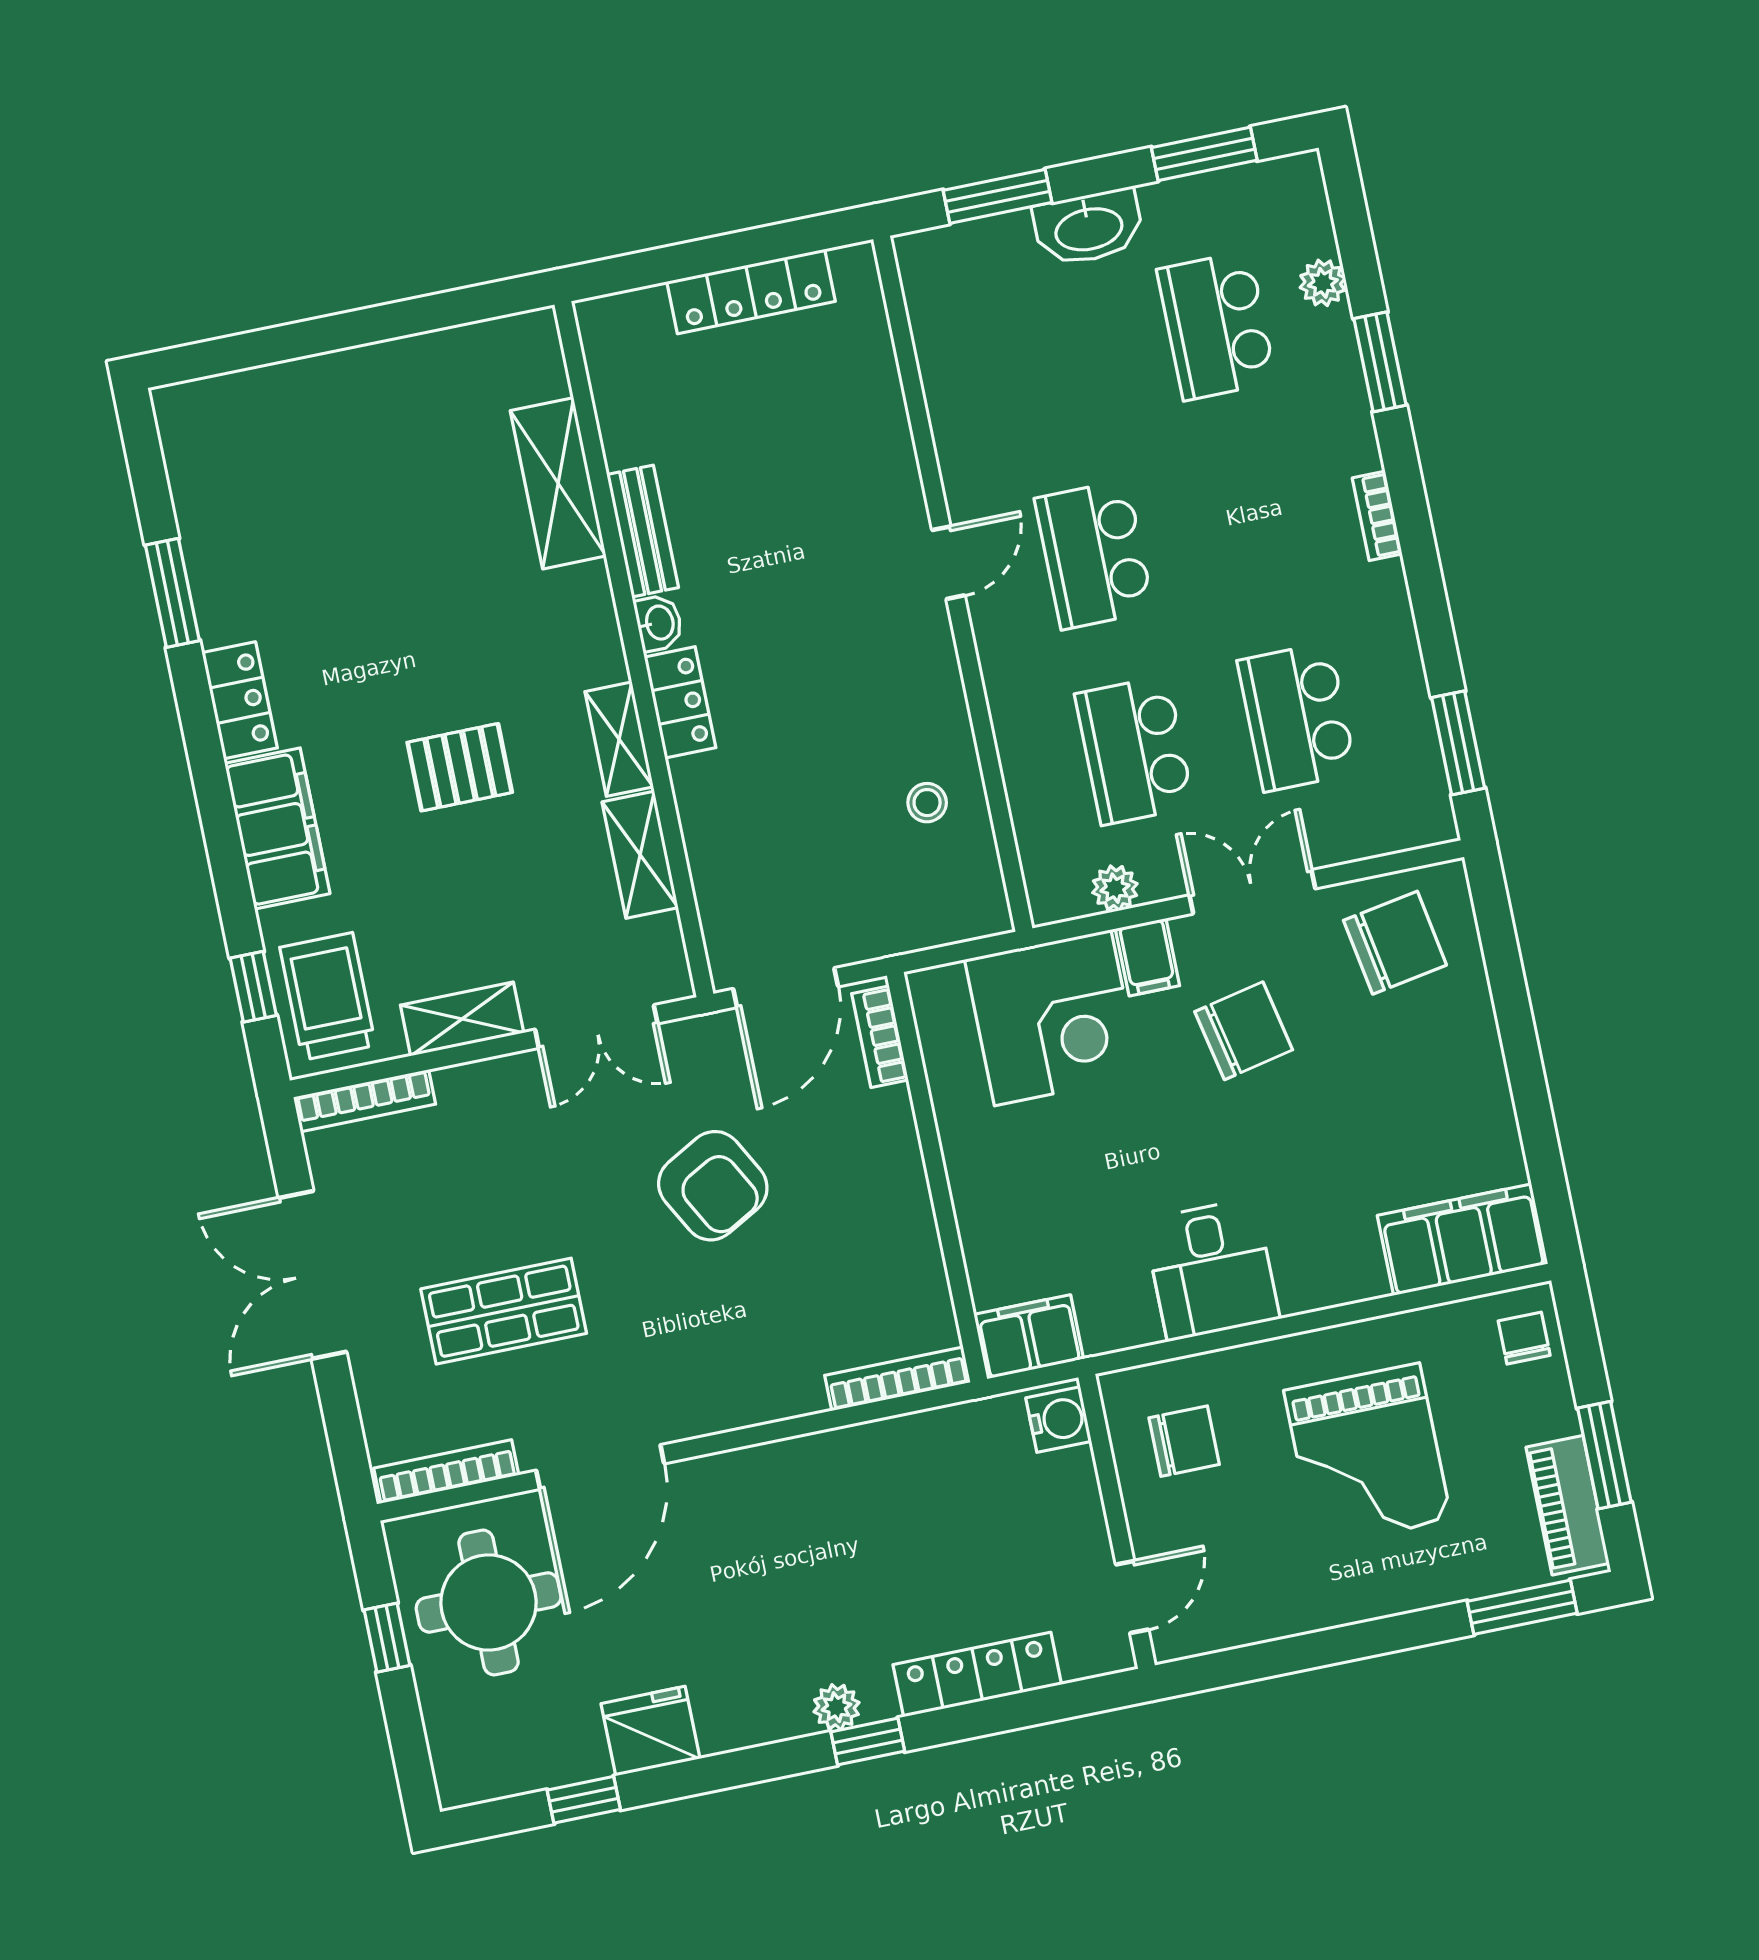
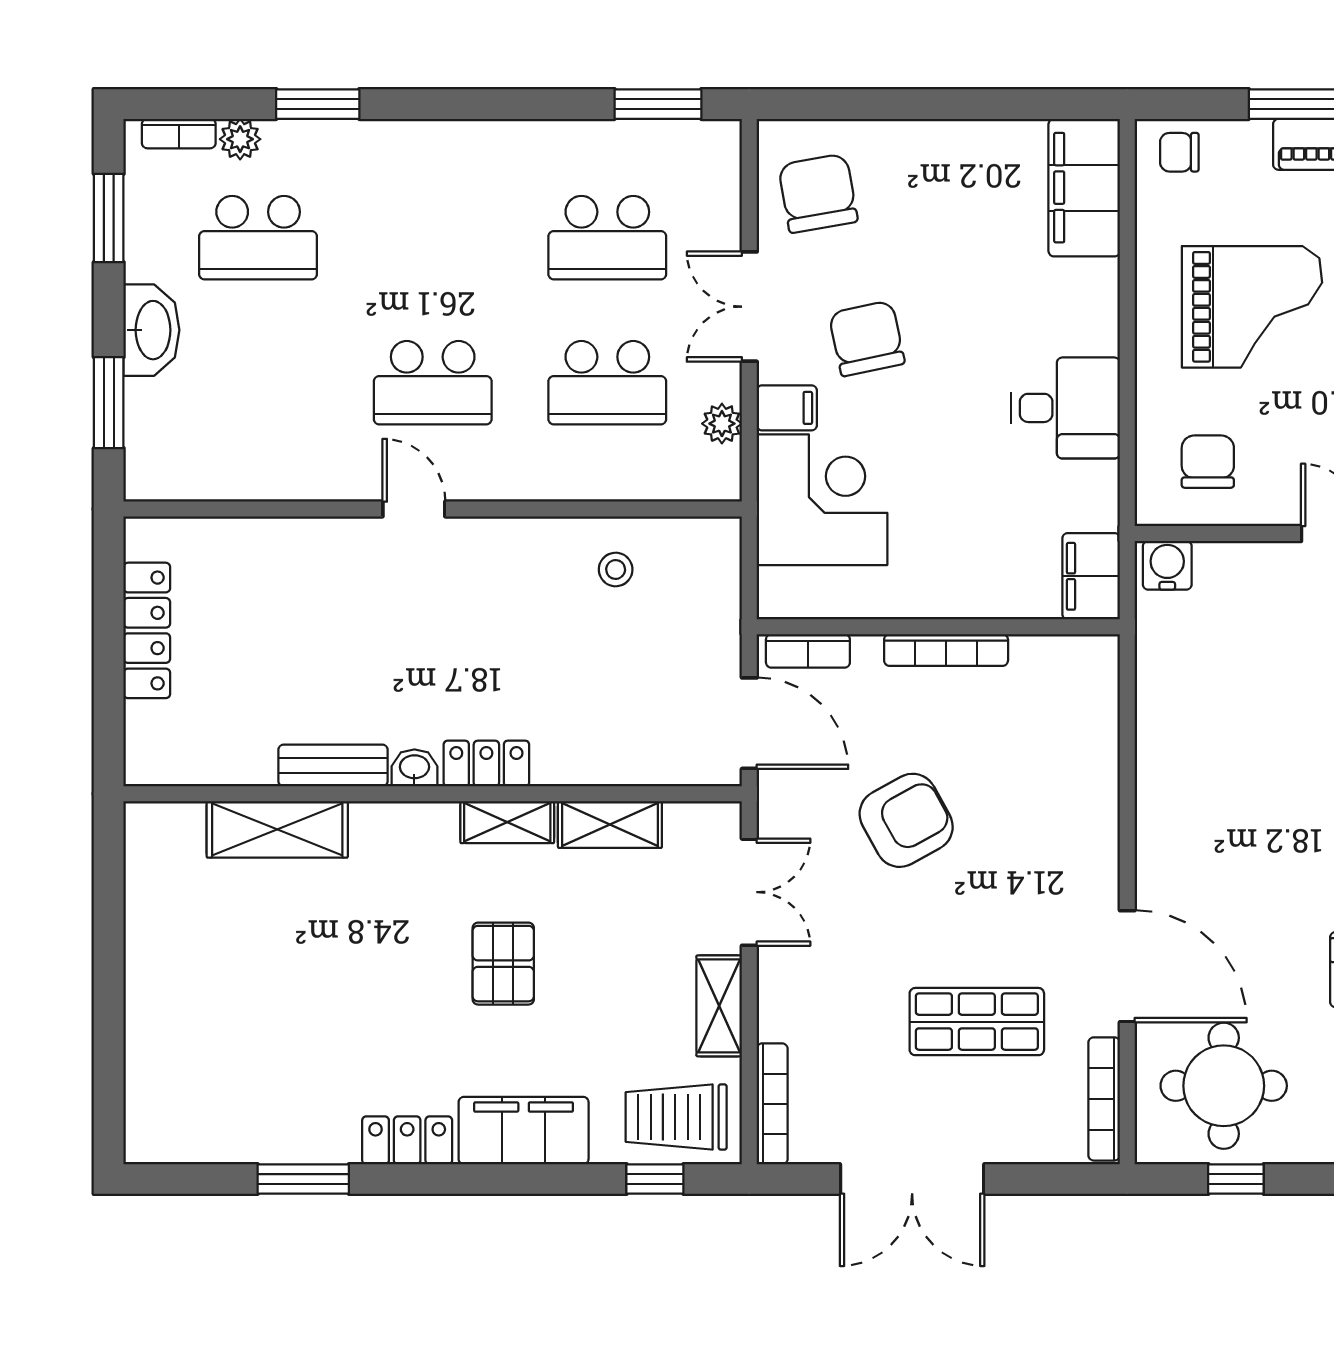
bookcase: (1377, 516) -> (179, 134), moved
shop shelf: (504, 1311) -> (977, 1022), turned 90
bookcase: (898, 1379) -> (946, 650), moved, turned -90

